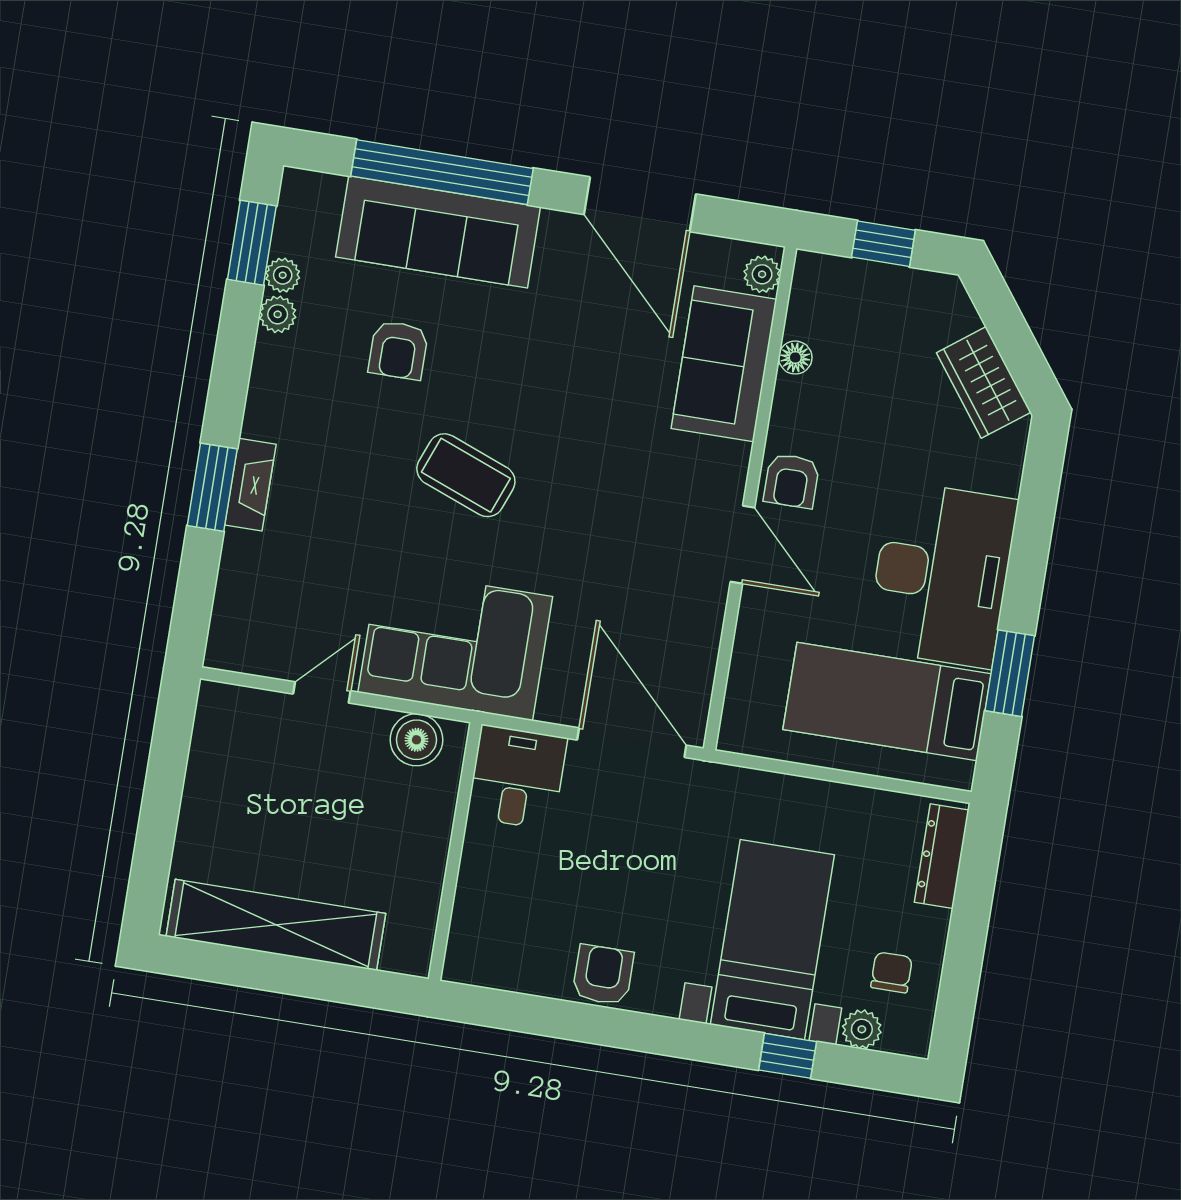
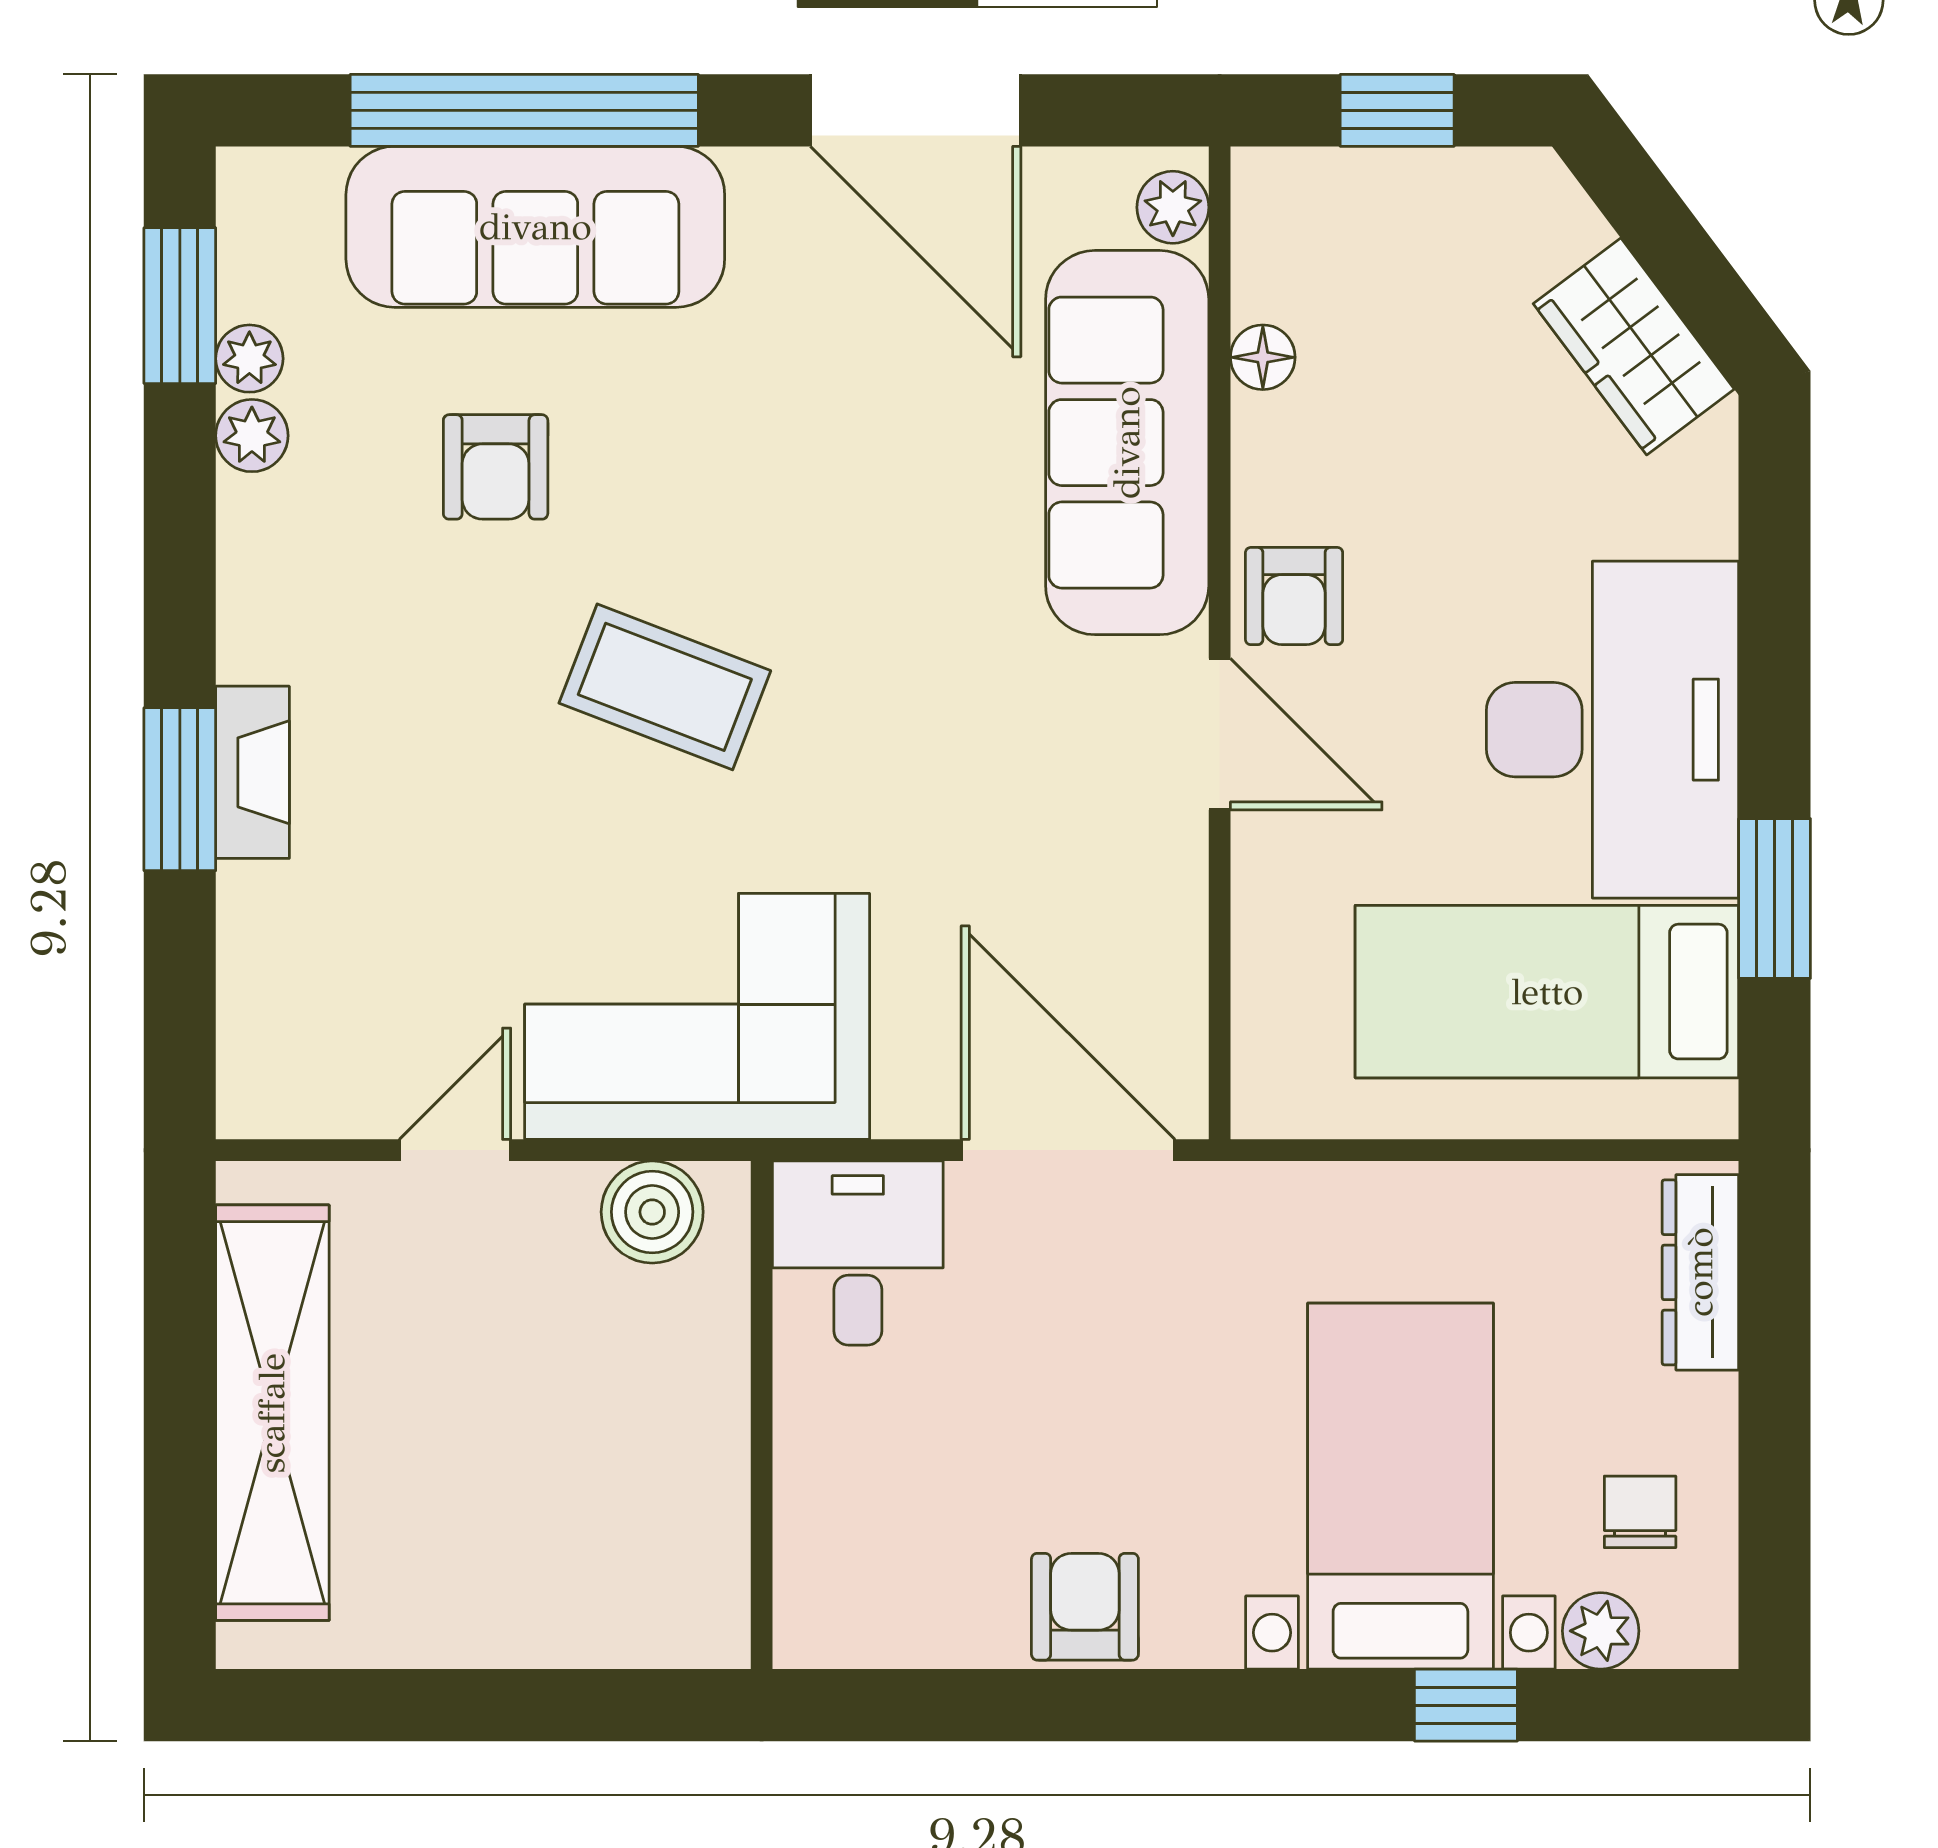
sofa: (724, 364) -> (1127, 443), width x1.36
shelving: (276, 925) -> (272, 1413), moved, turned 90

